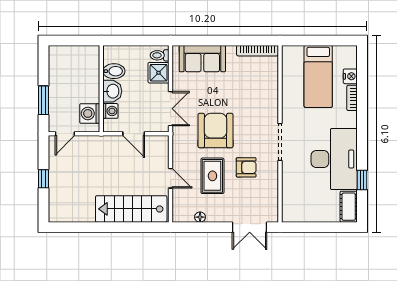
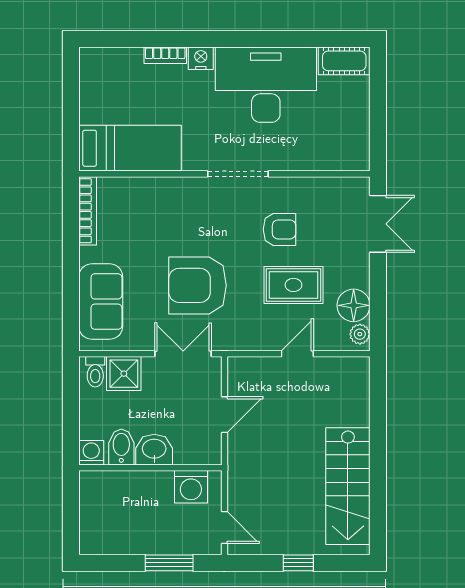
bed: (318, 76) -> (130, 148), moved
nightstand: (350, 76) -> (201, 58), moved
washing machine: (110, 111) -> (91, 453), moved
armchair: (216, 130) -> (198, 285), moved
armchair: (246, 167) -> (280, 229), turned 90
window: (362, 180) -> (300, 39), removed
stairs: (131, 209) -> (348, 486), moved
plant: (183, 216) -> (360, 334), added
floor lamp: (200, 217) -> (354, 305), width x1.89, depth x1.89

